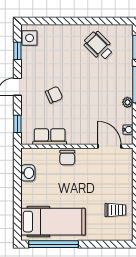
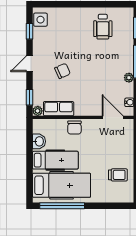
wheelchair: (99, 46) -> (103, 27), turned -135
plant: (26, 139) -> (38, 111), added
hospital bed: (46, 194) -> (55, 160), added

